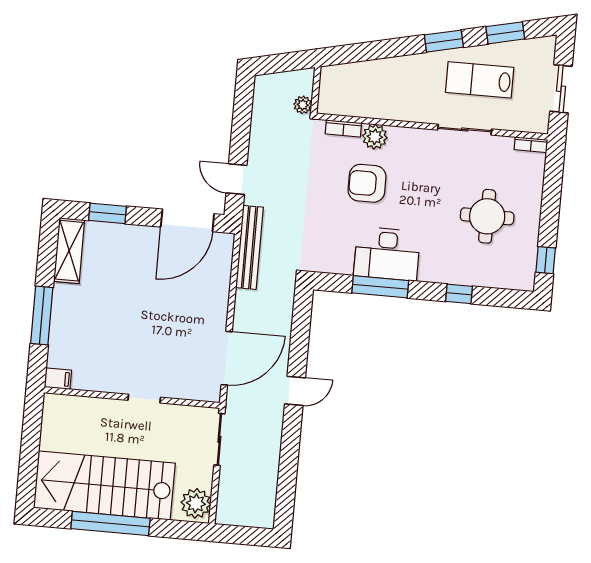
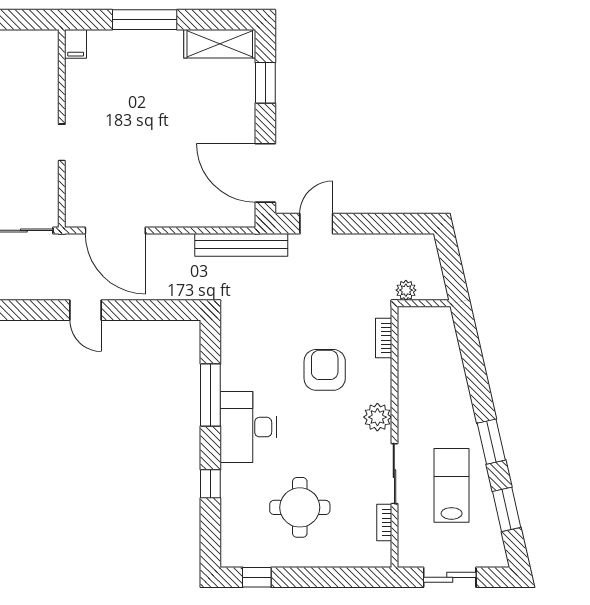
plant: (375, 137) -> (377, 417), moved
bookcase: (531, 145) -> (384, 523), moved
desk: (387, 254) -> (248, 427), moved

